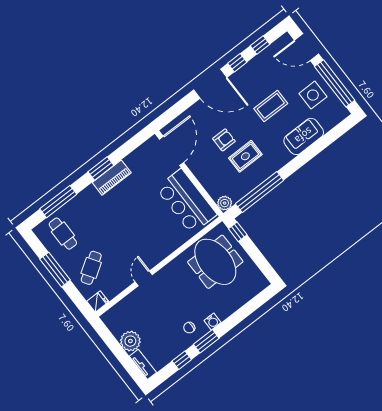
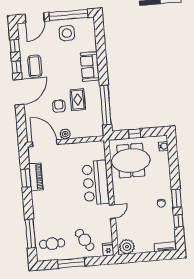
coffee table: (271, 106) -> (35, 66), moved
sofa: (304, 136) -> (90, 67), moved
window: (101, 169) -> (26, 178), moved
piano: (112, 178) -> (36, 177), moved
bar counter: (186, 201) -> (96, 183), moved, turned 90
plant: (225, 203) -> (65, 134), moved
window: (238, 232) -> (135, 134), moved
door: (144, 278) -> (112, 212), swing flipped
water cooler: (213, 322) -> (163, 146), moved
plant: (130, 341) -> (127, 247), moved

